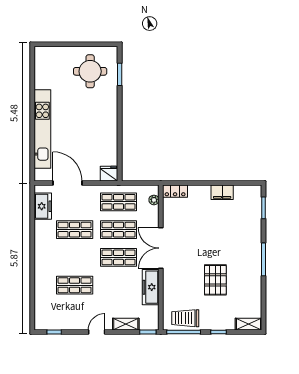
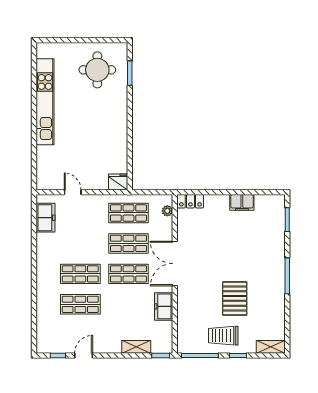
kitchen unit: (42, 129) -> (45, 102), moved
door: (68, 183) -> (73, 192), width x0.53
shop shelf: (75, 230) -> (80, 274), moved
freezer: (151, 287) -> (164, 306), width x0.71
trolley: (185, 318) -> (223, 336), moved
door: (97, 332) -> (84, 356), moved

